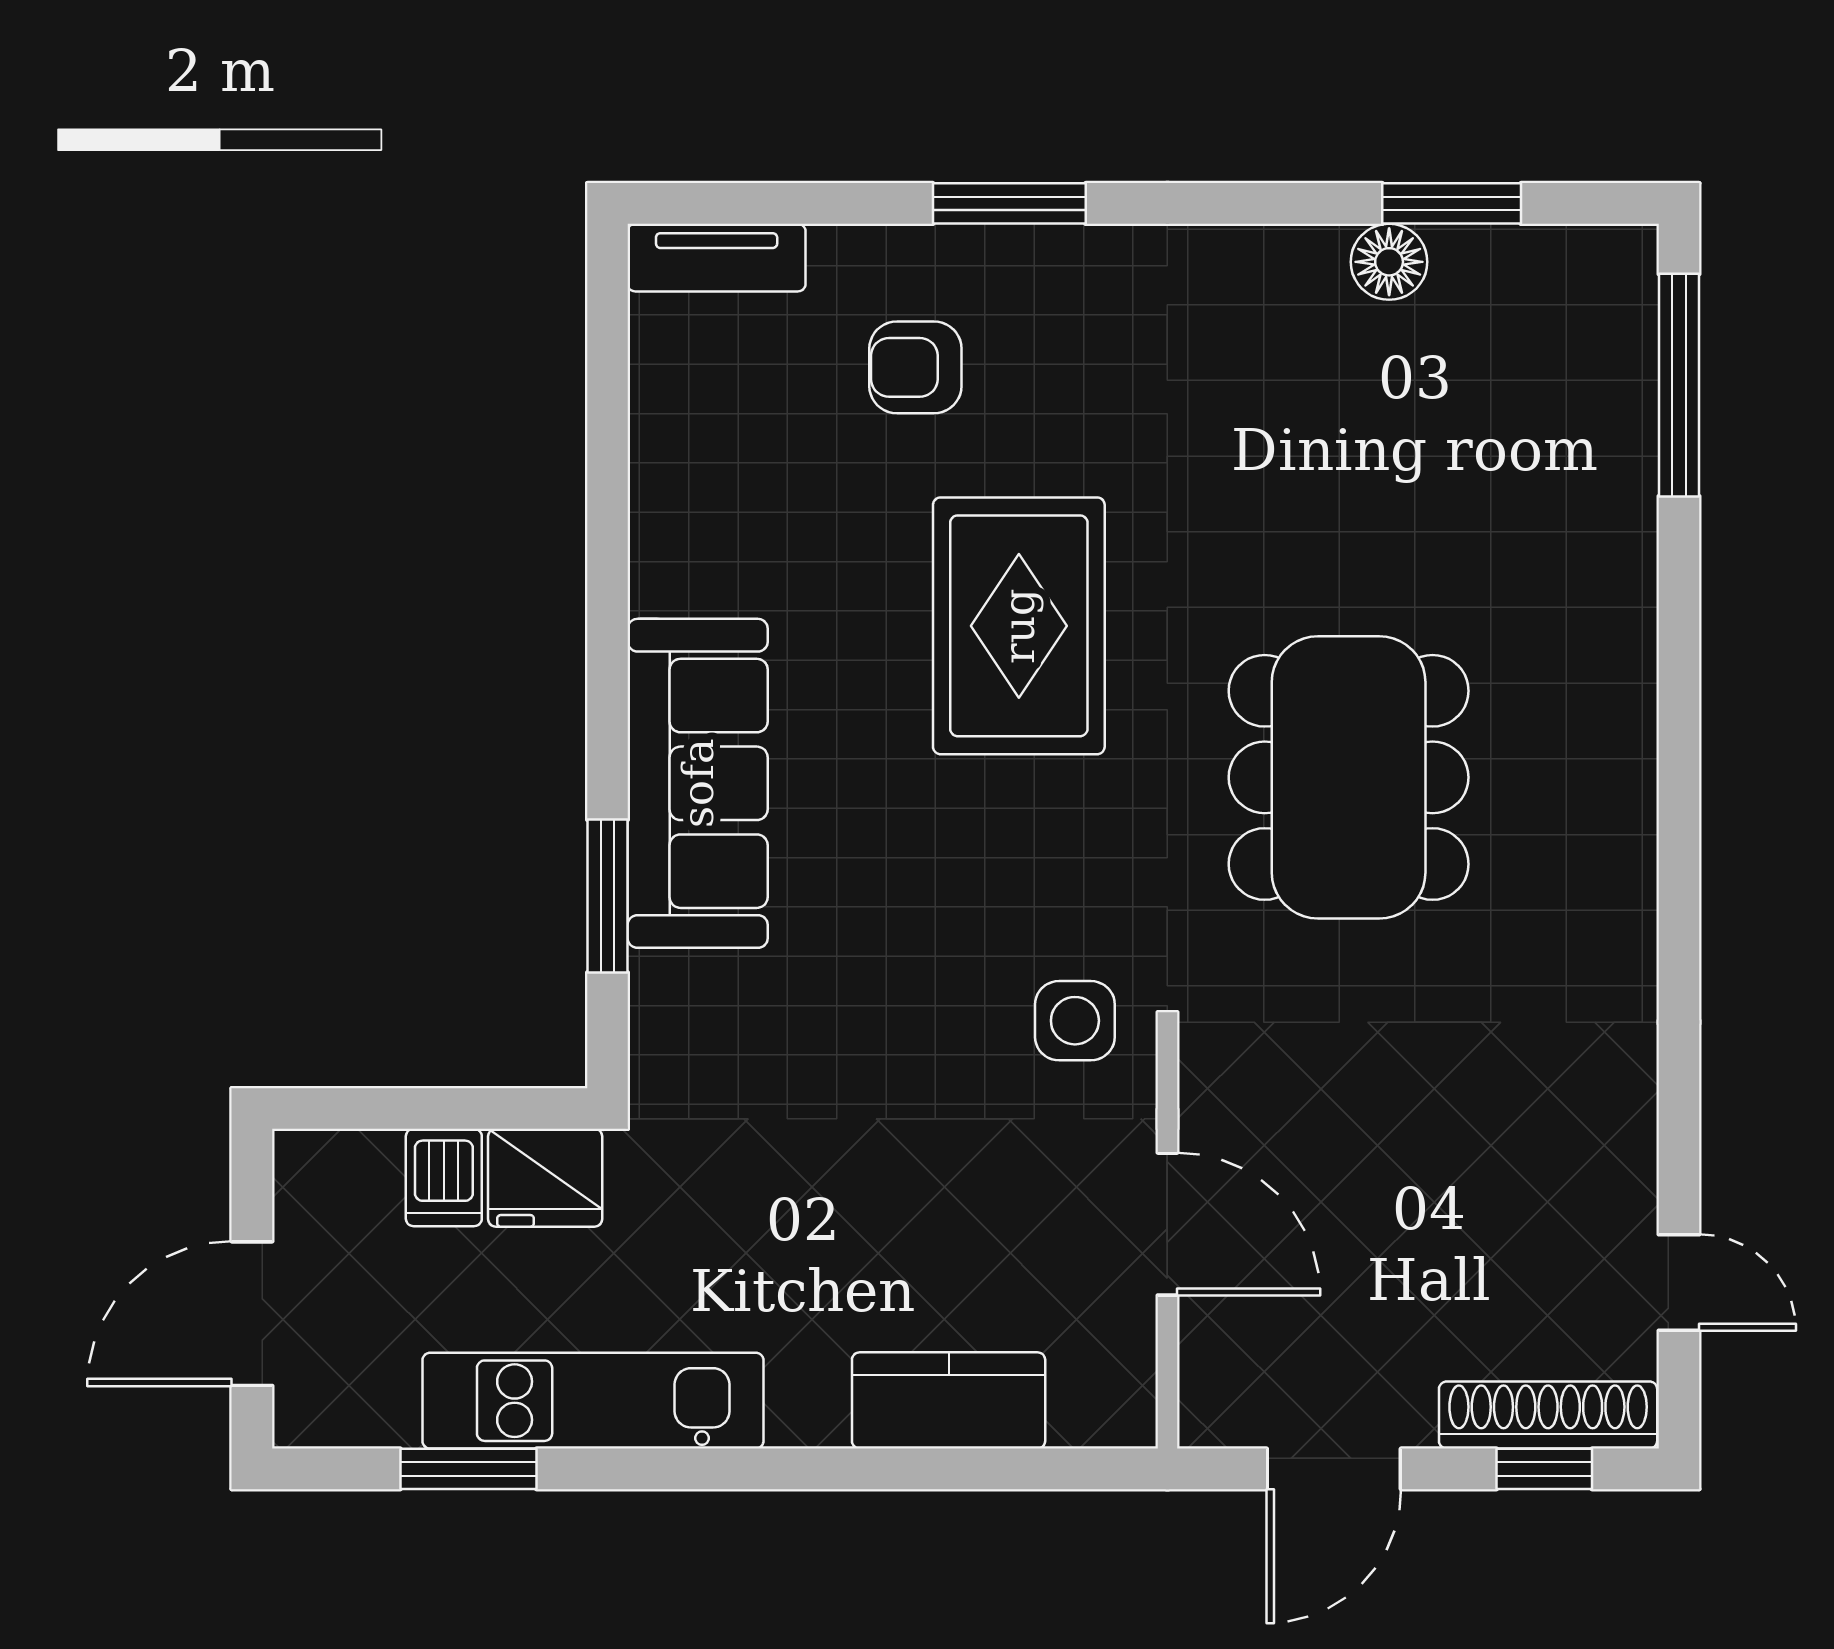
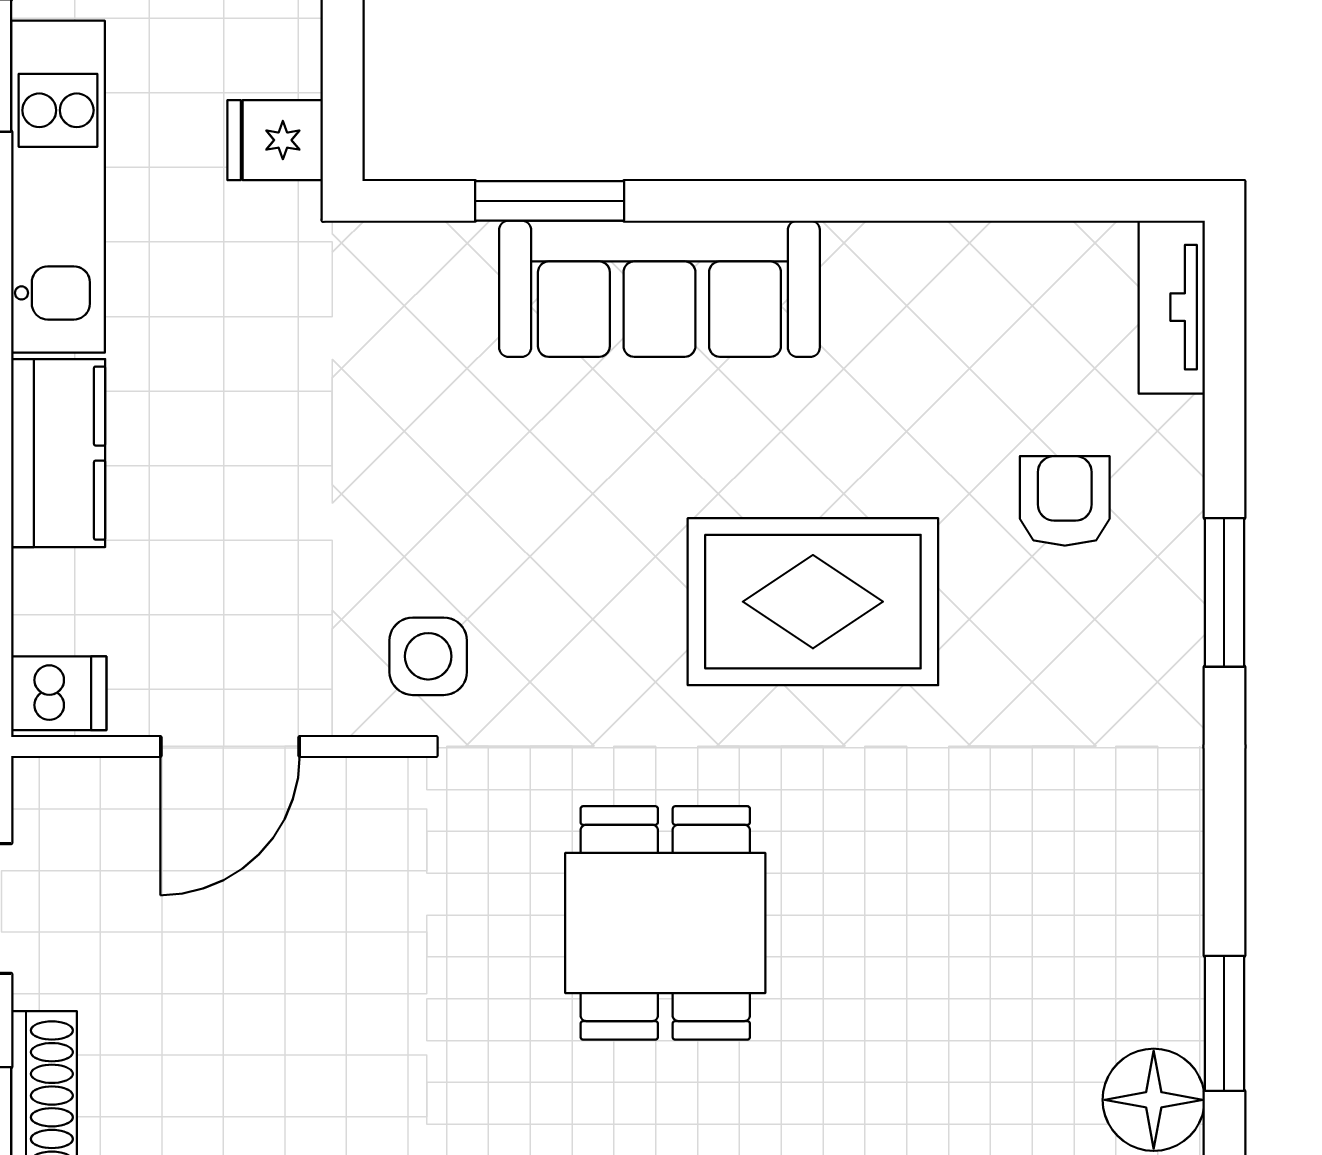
floor lamp: (1389, 262) -> (1154, 1100), moved, width x1.38, depth x1.38
dining table: (1349, 777) -> (665, 923), width x0.73
dishwasher: (444, 1178) -> (59, 693), moved, turned 180
fridge: (545, 1178) -> (275, 140), width x0.72
kitchen counter: (949, 1400) -> (58, 453), moved

